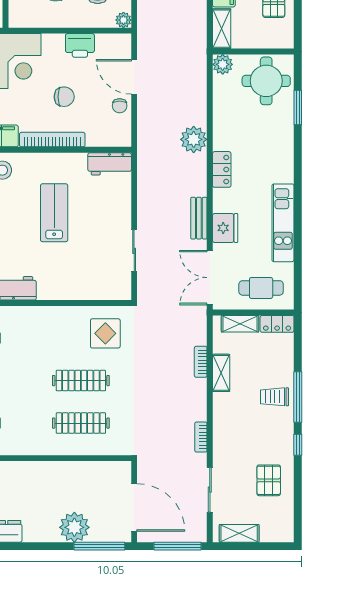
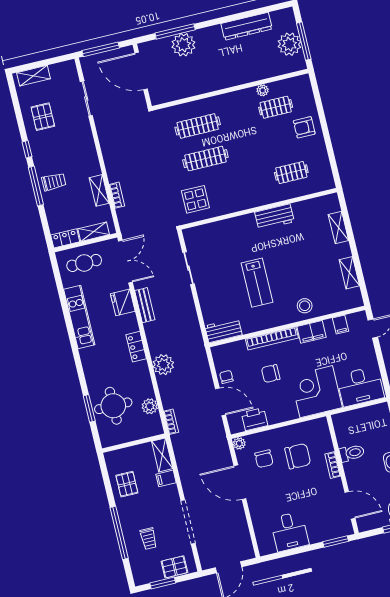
printer: (80, 45) -> (255, 419), moved
plant: (223, 64) -> (150, 406), moved
round table: (266, 81) -> (113, 406), moved
bookcase: (201, 437) -> (171, 422), moved
shelving: (239, 533) -> (33, 76), moved
window: (99, 546) -> (175, 31), moved

